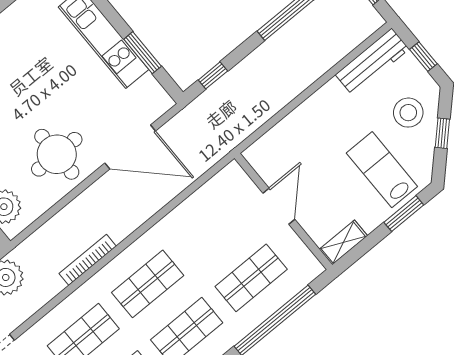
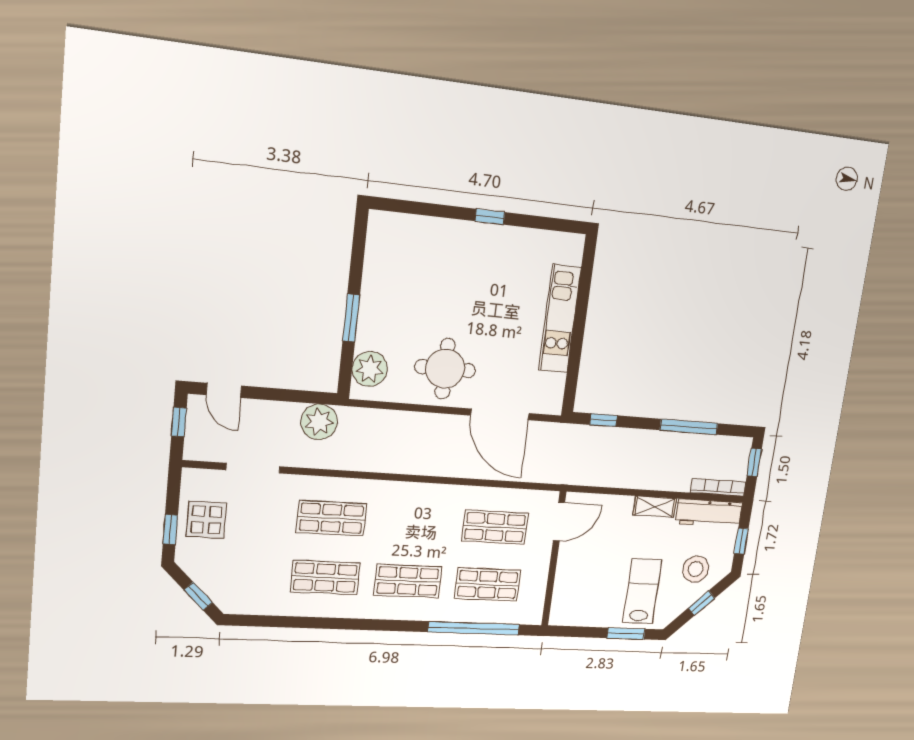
window: (143, 53) -> (575, 356), removed
door: (279, 206) -> (559, 522), moved
shelving: (343, 243) -> (655, 507), moved
bookcase: (88, 260) -> (718, 487), moved
shop shelf: (148, 284) -> (495, 527), moved

